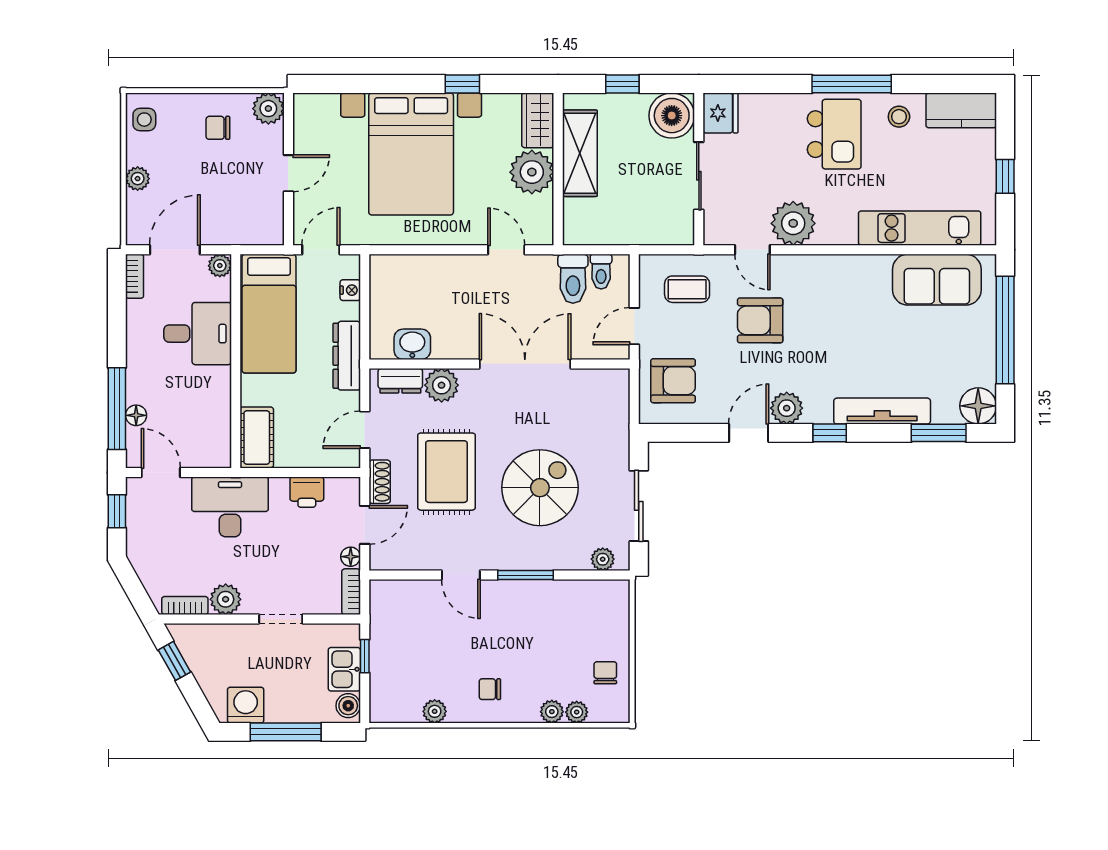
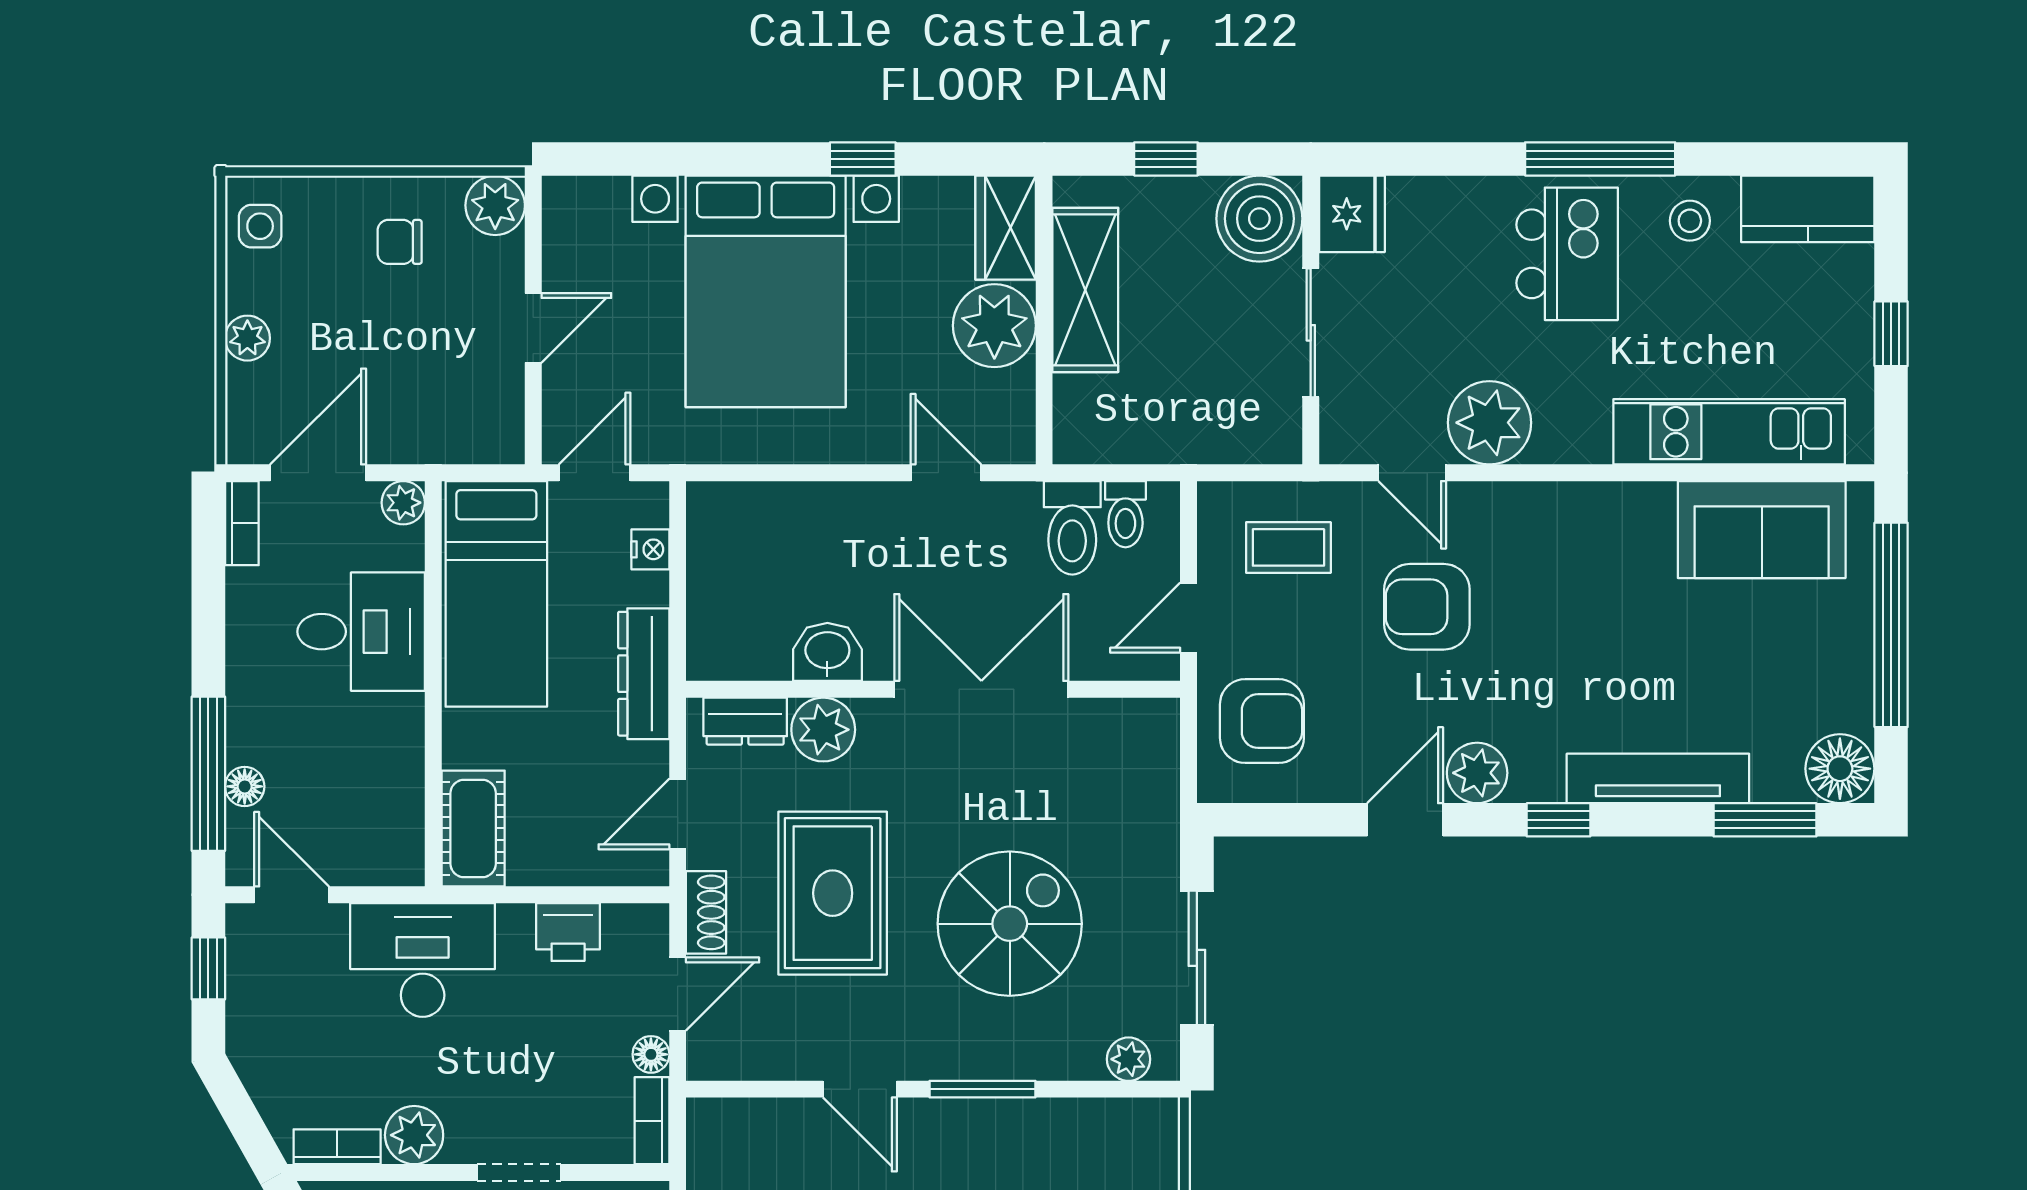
washbasin: (412, 344) -> (827, 652), moved

